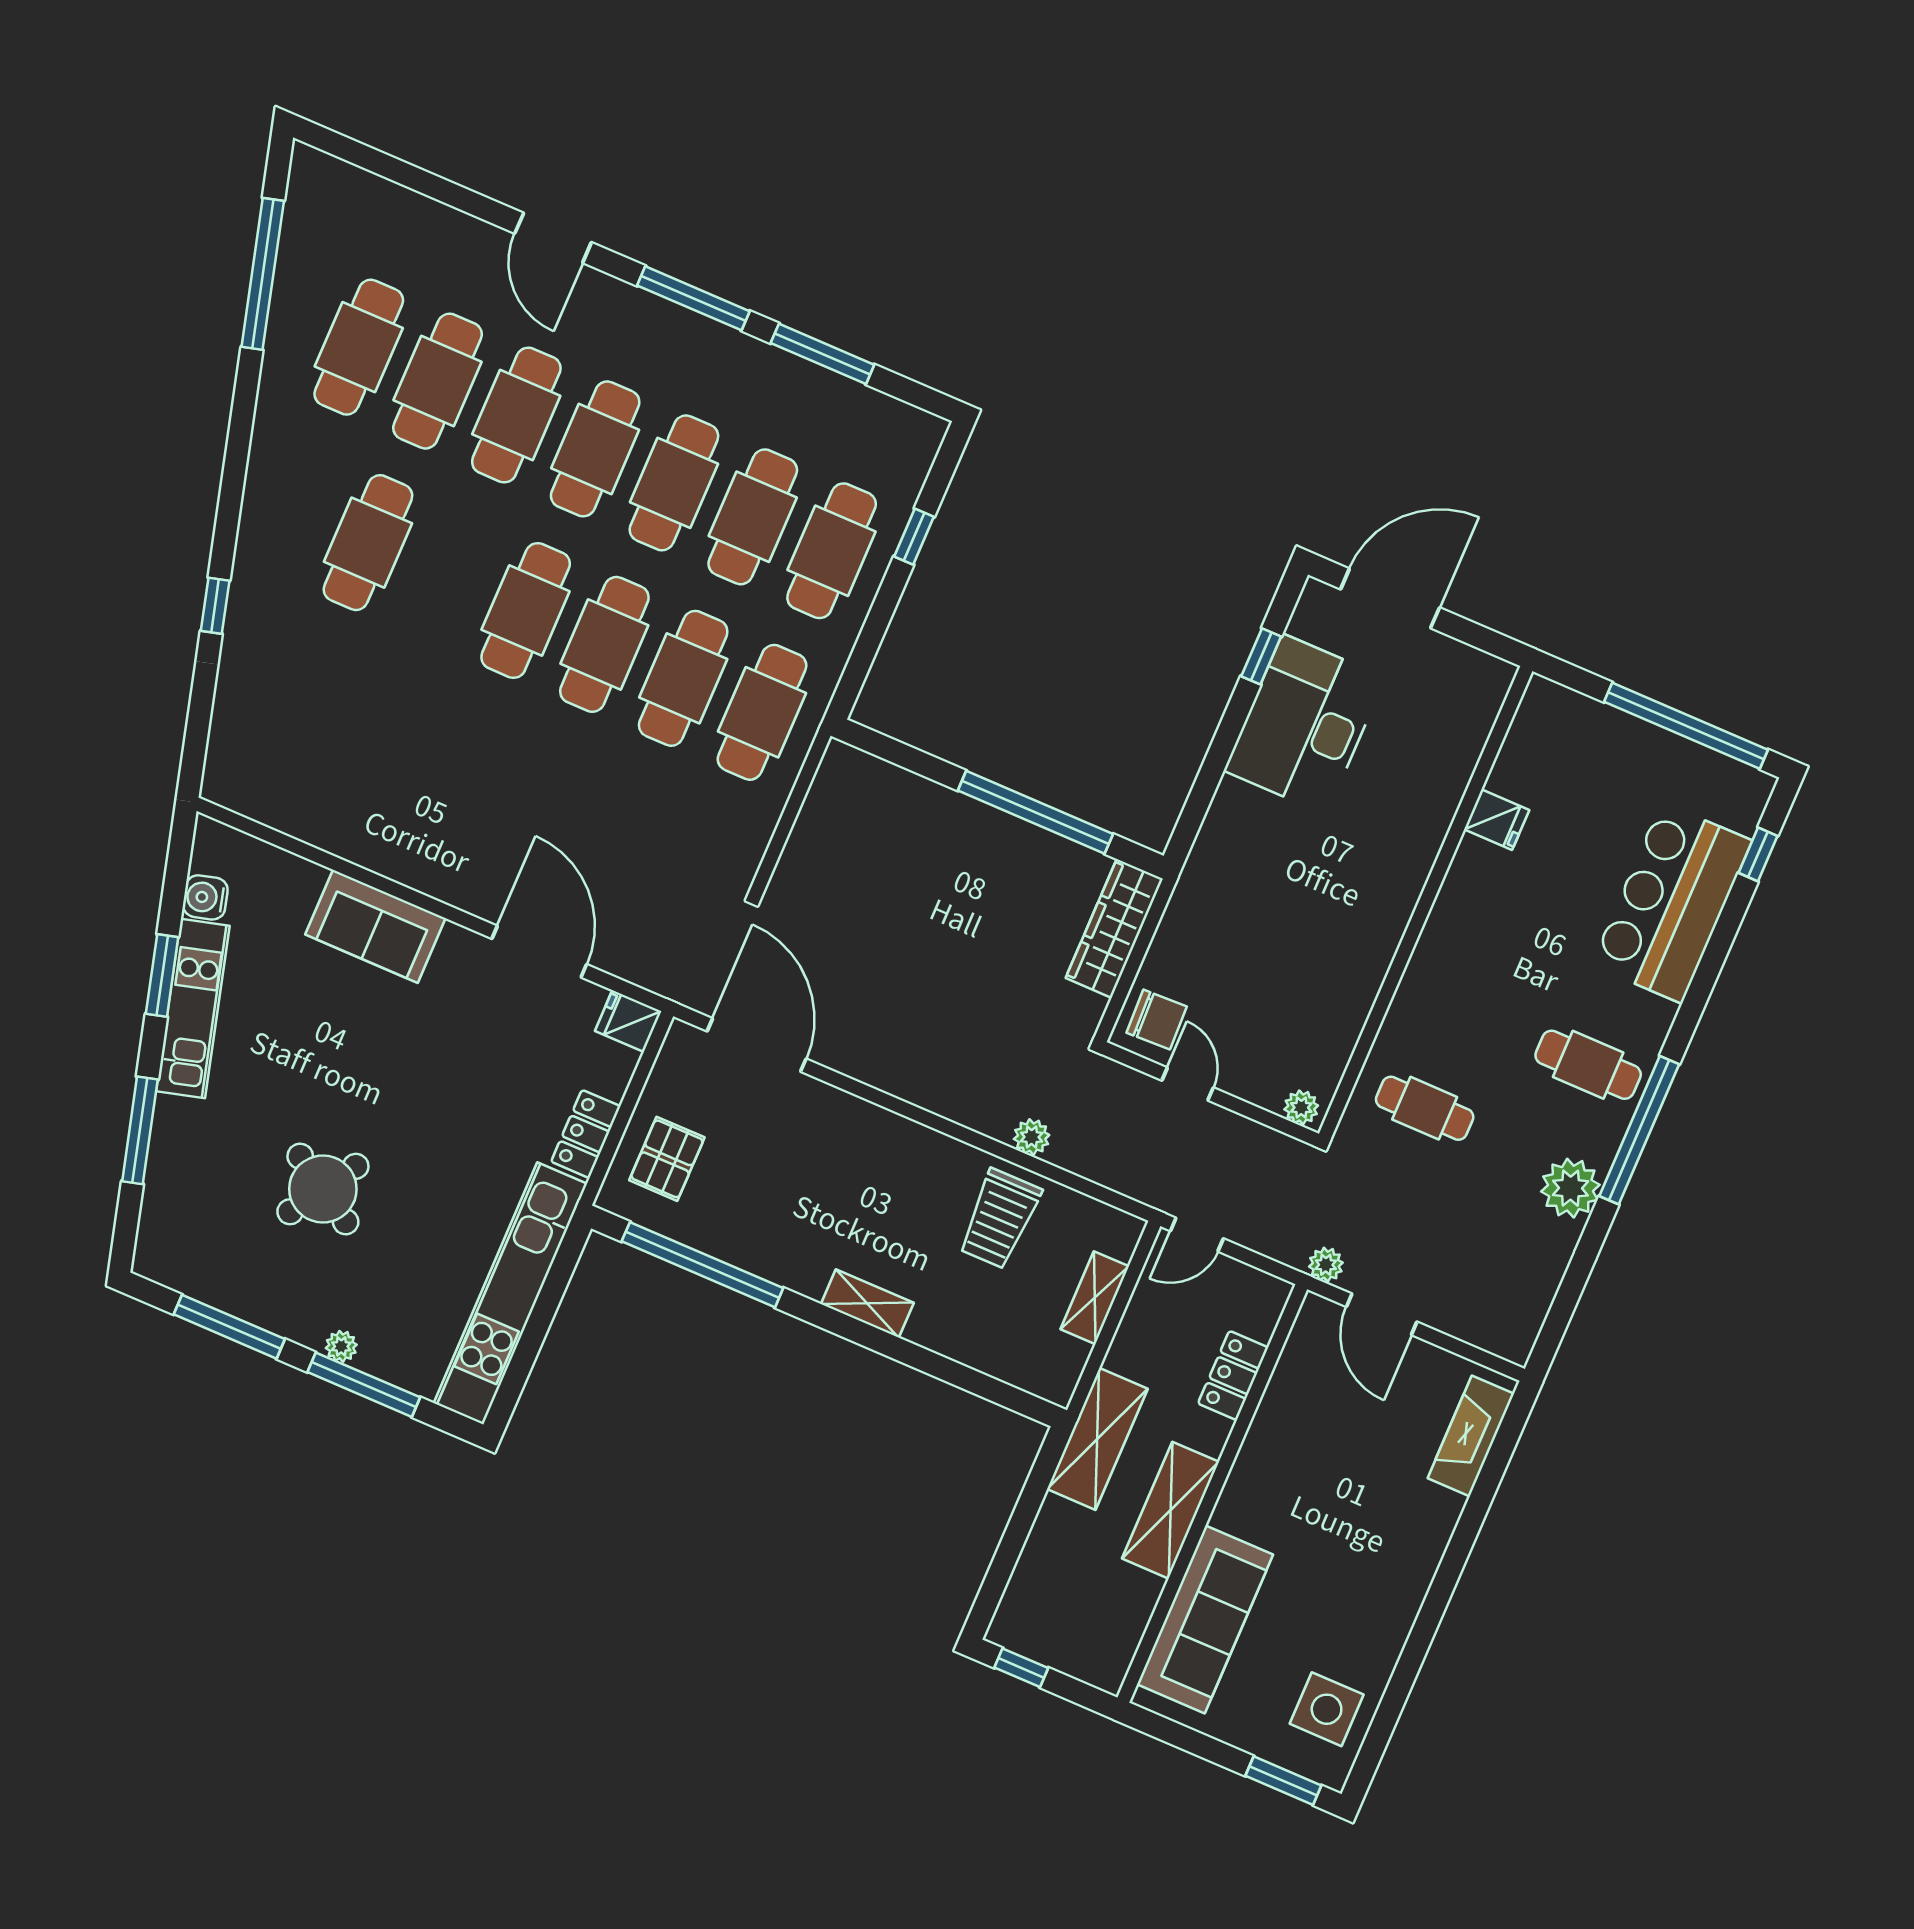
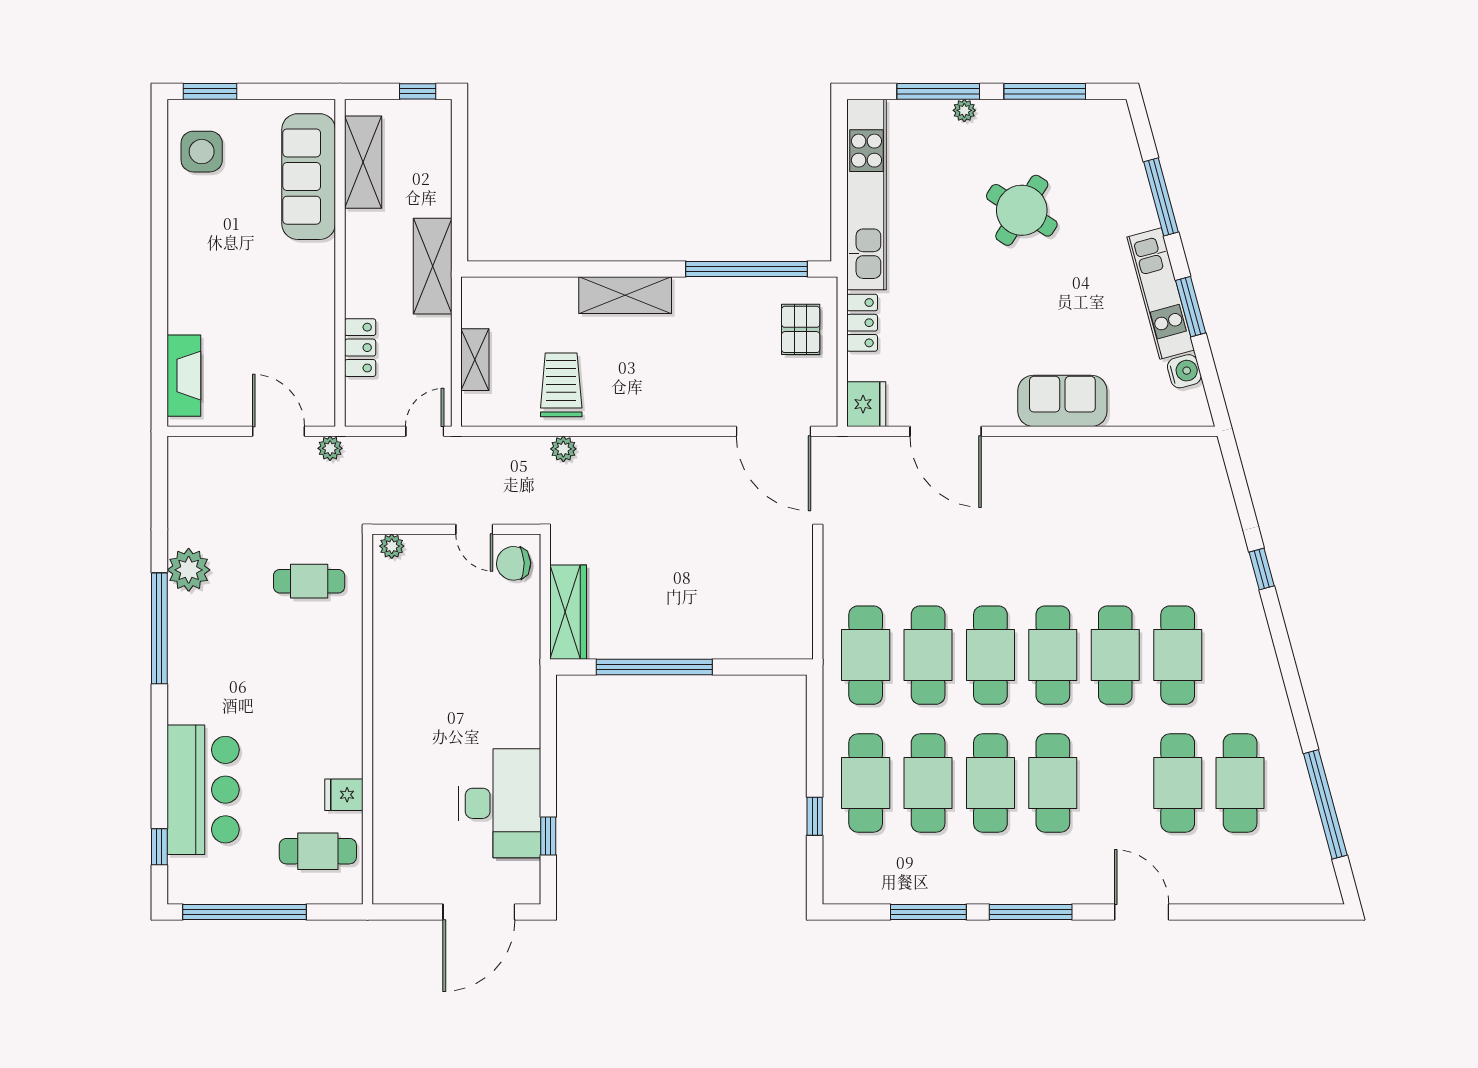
cafe table: (516, 415) -> (1115, 655), moved
fridge: (628, 1021) -> (866, 404), width x1.38
cafe table: (1588, 1065) -> (318, 851), moved
shelving: (867, 1303) -> (625, 295), width x1.50, depth x1.33
shelving: (1171, 1510) -> (363, 162), moved

